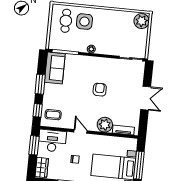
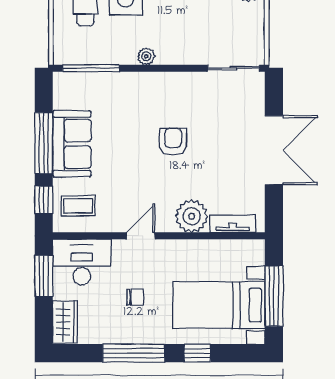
sofa: (55, 68) -> (72, 144), moved
window: (40, 84) -> (44, 143), width x1.44
double door: (146, 98) -> (274, 150), width x1.37
door: (80, 131) -> (141, 236), hinge flipped

